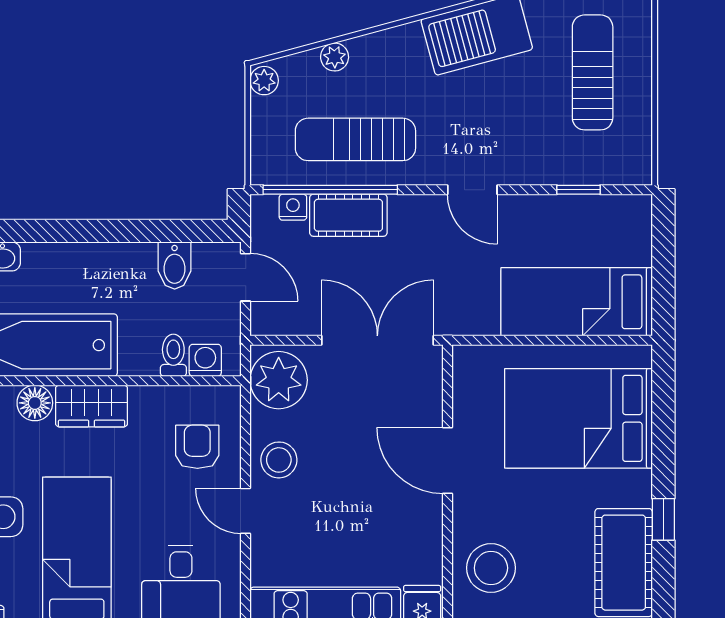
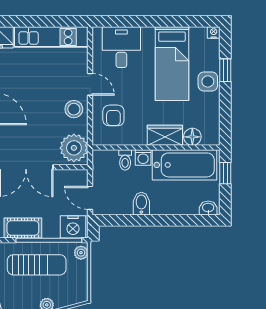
plant: (264, 81) -> (81, 253), moved
nightstand: (293, 207) -> (73, 227), width x1.89, depth x1.79
cot: (348, 215) -> (23, 228), moved
bidet: (175, 265) -> (141, 204), moved
washing machine: (205, 360) -> (143, 158), moved

